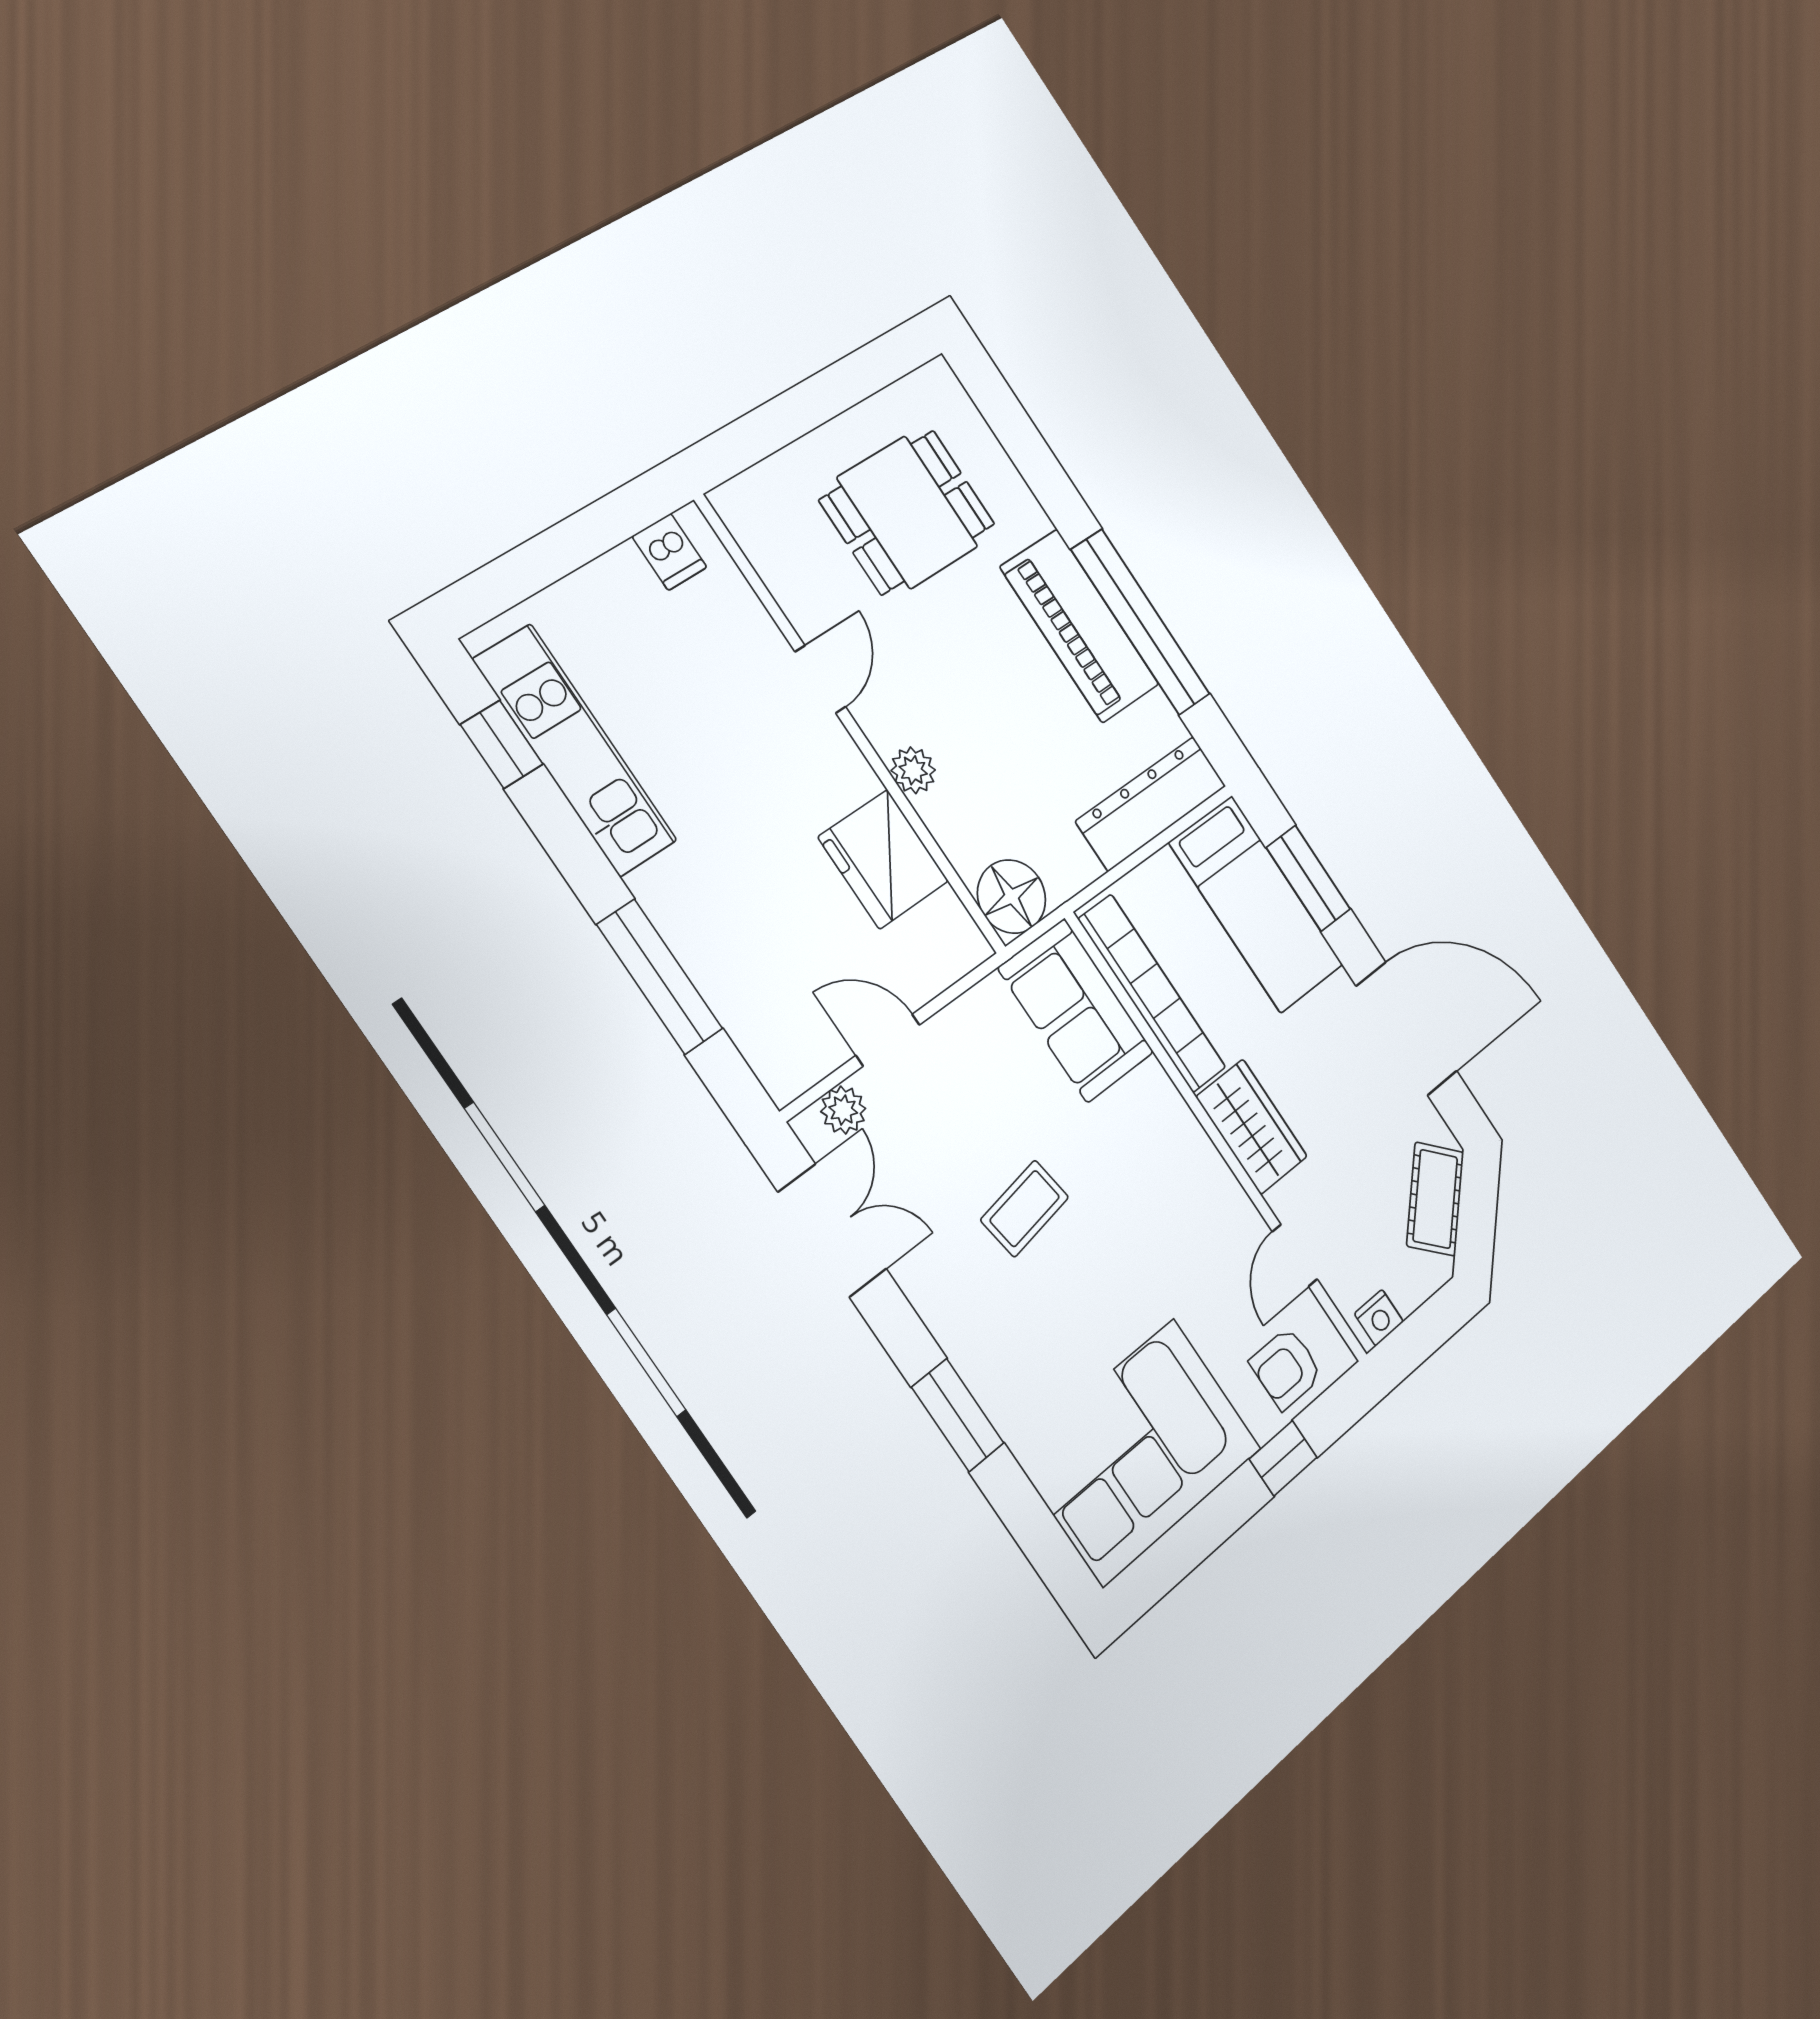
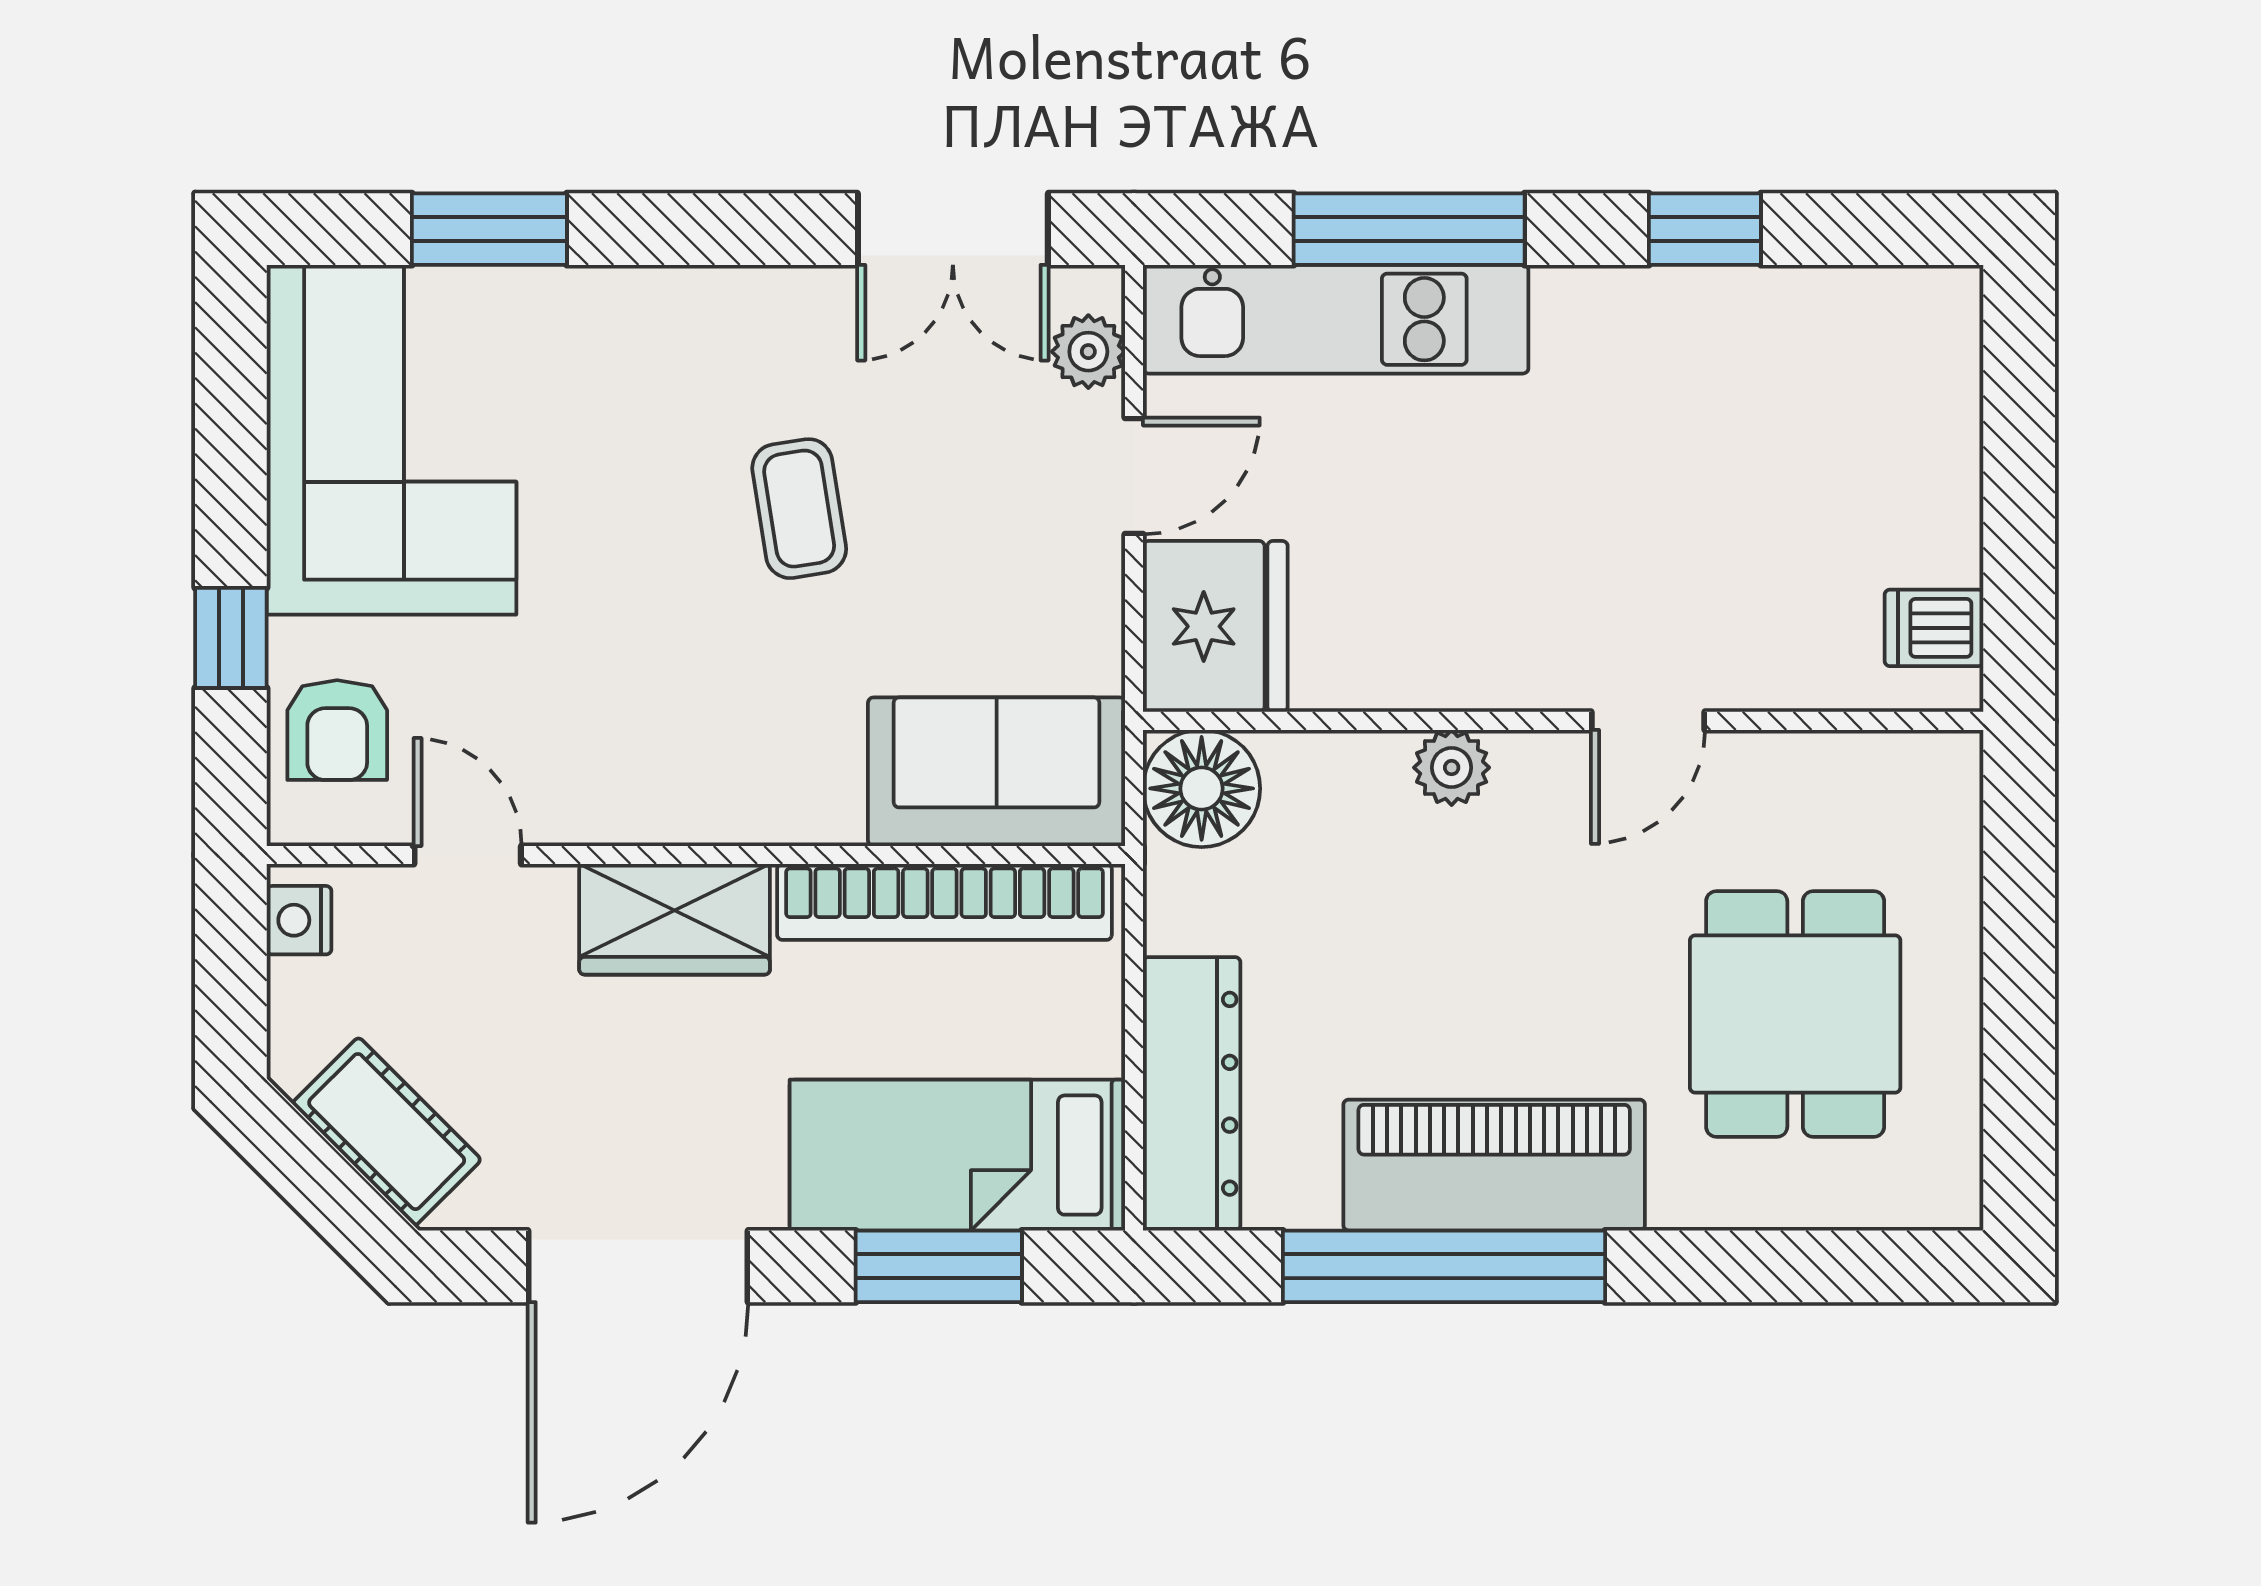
door: (820, 679) -> (1648, 721), hinge flipped
window: (502, 744) -> (1705, 229), moved
kitchen unit: (575, 750) -> (1336, 319), moved
fridge: (883, 859) -> (1215, 626), moved, turned 90
armchair: (1286, 1368) -> (337, 730), turned 180
window: (958, 1415) -> (489, 229), moved

